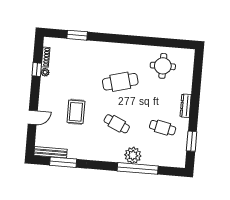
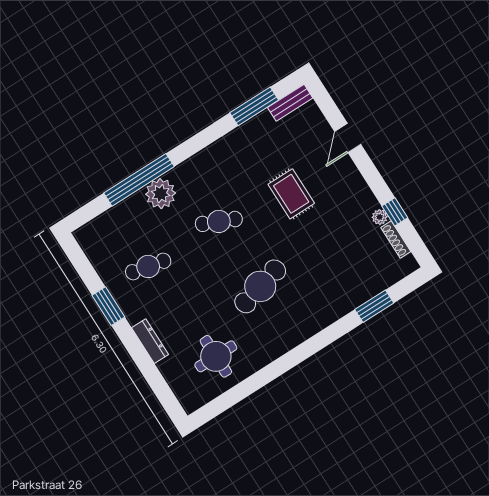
dresser: (186, 106) -> (150, 341), moved
window: (192, 141) -> (108, 306), moved
bench: (50, 152) -> (290, 103), width x0.73

